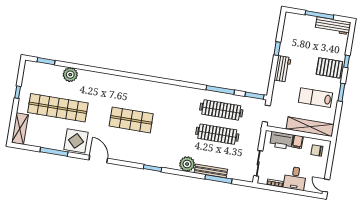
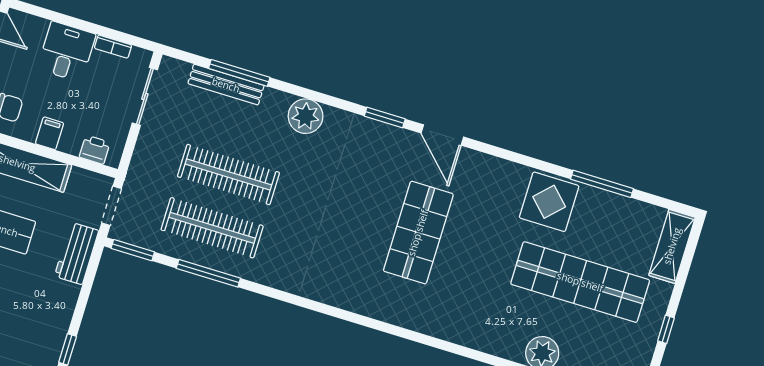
workbench: (282, 69) -> (77, 253), moved
shop shelf: (131, 120) -> (418, 233), turned 90
printer: (281, 140) -> (95, 150), width x0.53, depth x0.68
door: (98, 159) -> (442, 135), moved
bench: (211, 171) -> (226, 85), moved

